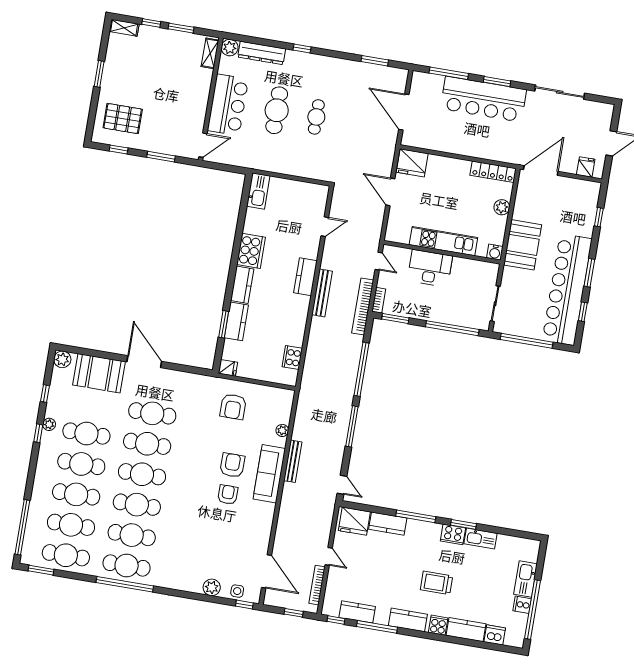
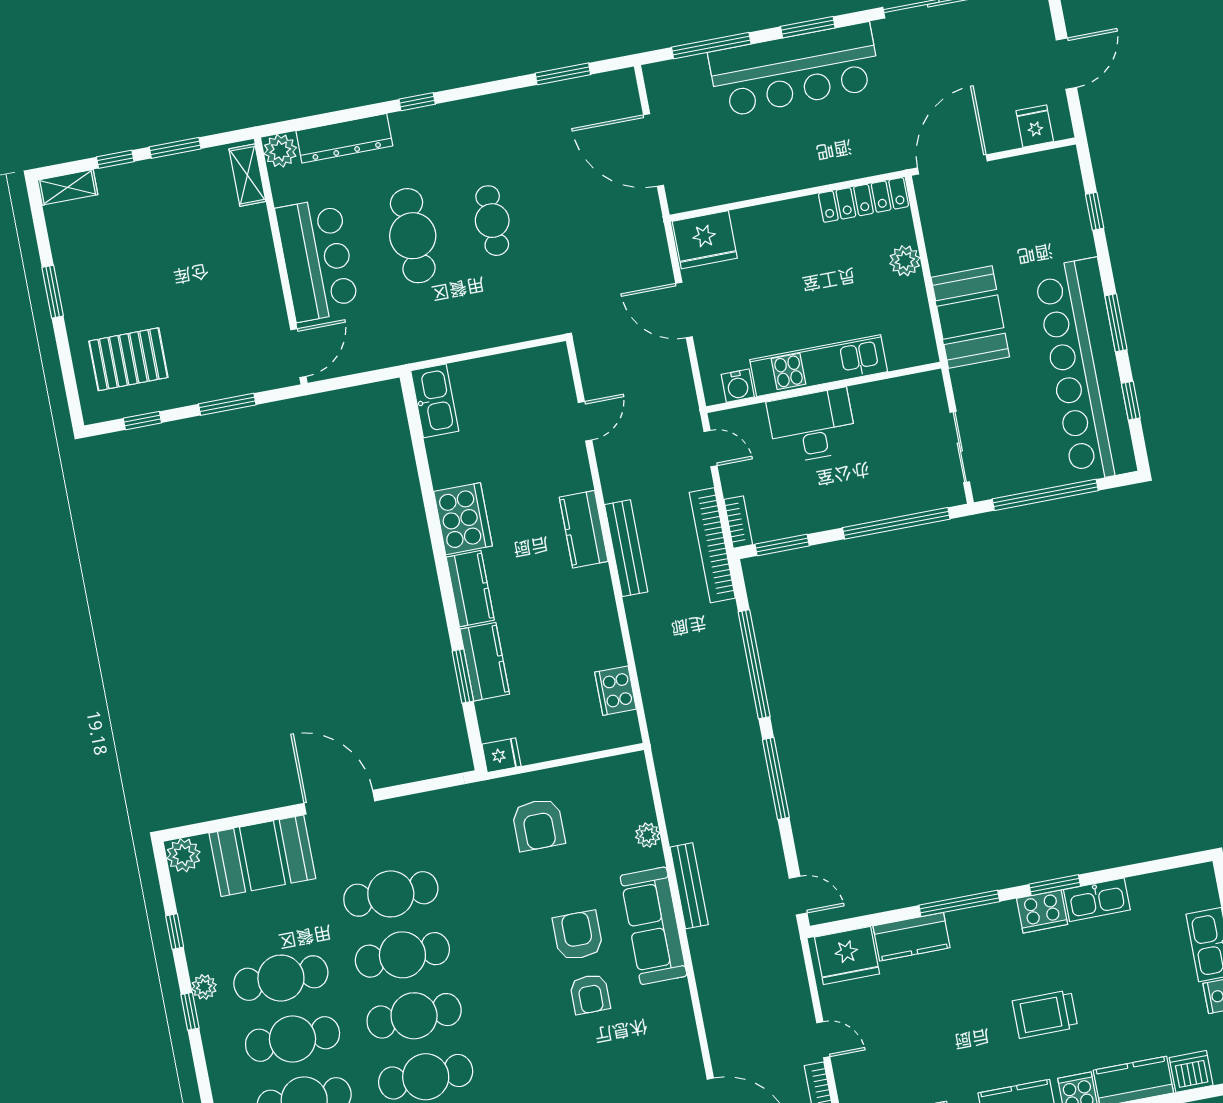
water cooler: (495, 252) -> (738, 386), moved
armchair: (228, 495) -> (590, 994), turned 180

